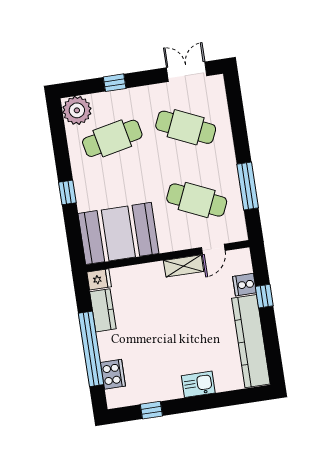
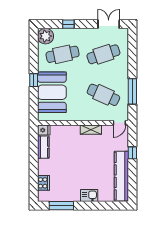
cafe table: (186, 127) -> (103, 54), turned -42
booth: (118, 233) -> (52, 92), moved, turned 90
door: (213, 249) -> (119, 123), moved
cooker: (245, 285) -> (123, 145), removed
window: (91, 349) -> (34, 167), removed
window: (151, 410) -> (61, 206), width x2.17

